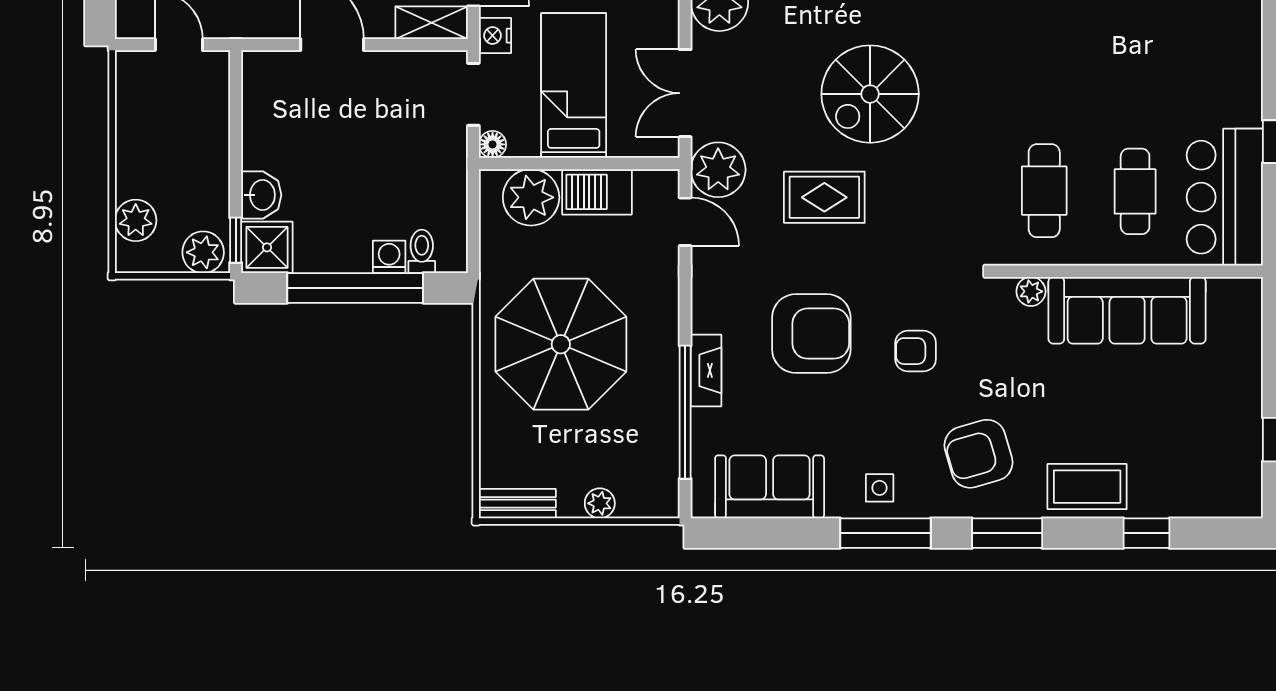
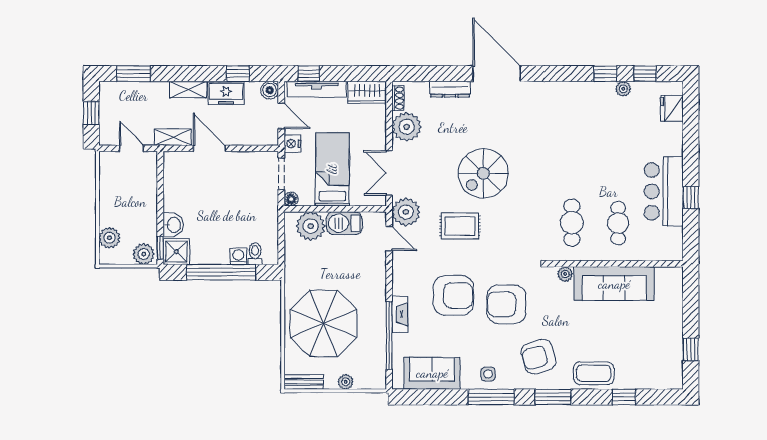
shelving: (432, 23) -> (173, 137), moved
bar counter: (1225, 197) -> (664, 191), moved
parasol: (561, 344) -> (324, 323), moved
armchair: (916, 351) -> (506, 304), width x1.88, depth x1.88

